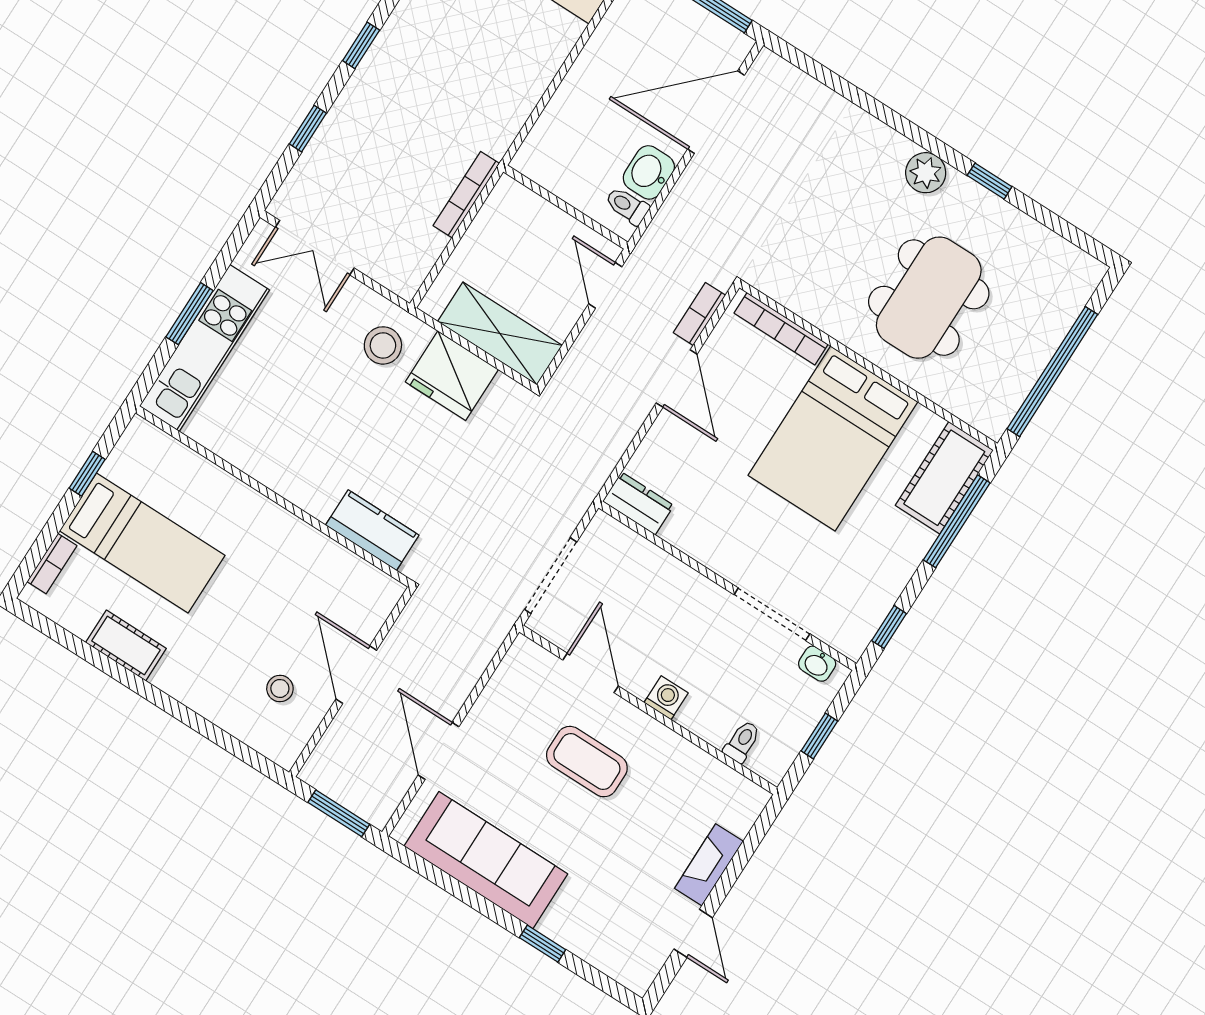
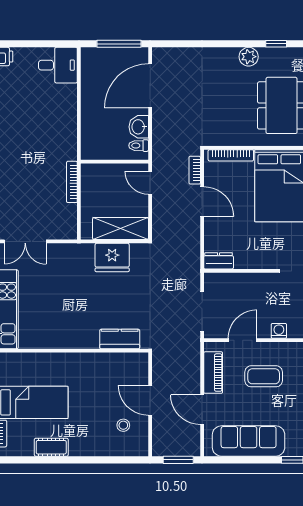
stool: (383, 345) -> (77, 263), removed
door: (591, 673) -> (243, 340), hinge flipped
piano: (501, 697) -> (213, 373), added

